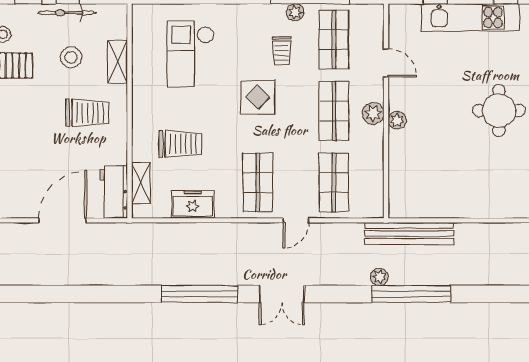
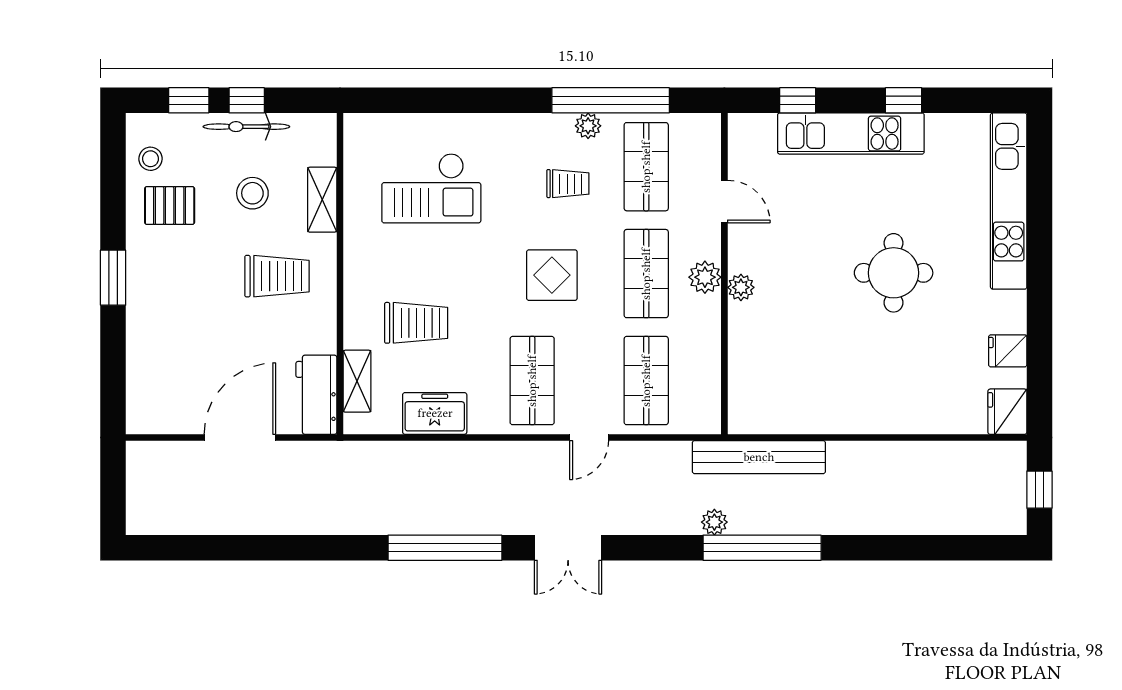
trolley: (282, 51) -> (568, 184), turned -90
checkout: (190, 54) -> (431, 188), turned -90
display table: (258, 97) -> (552, 275), moved

